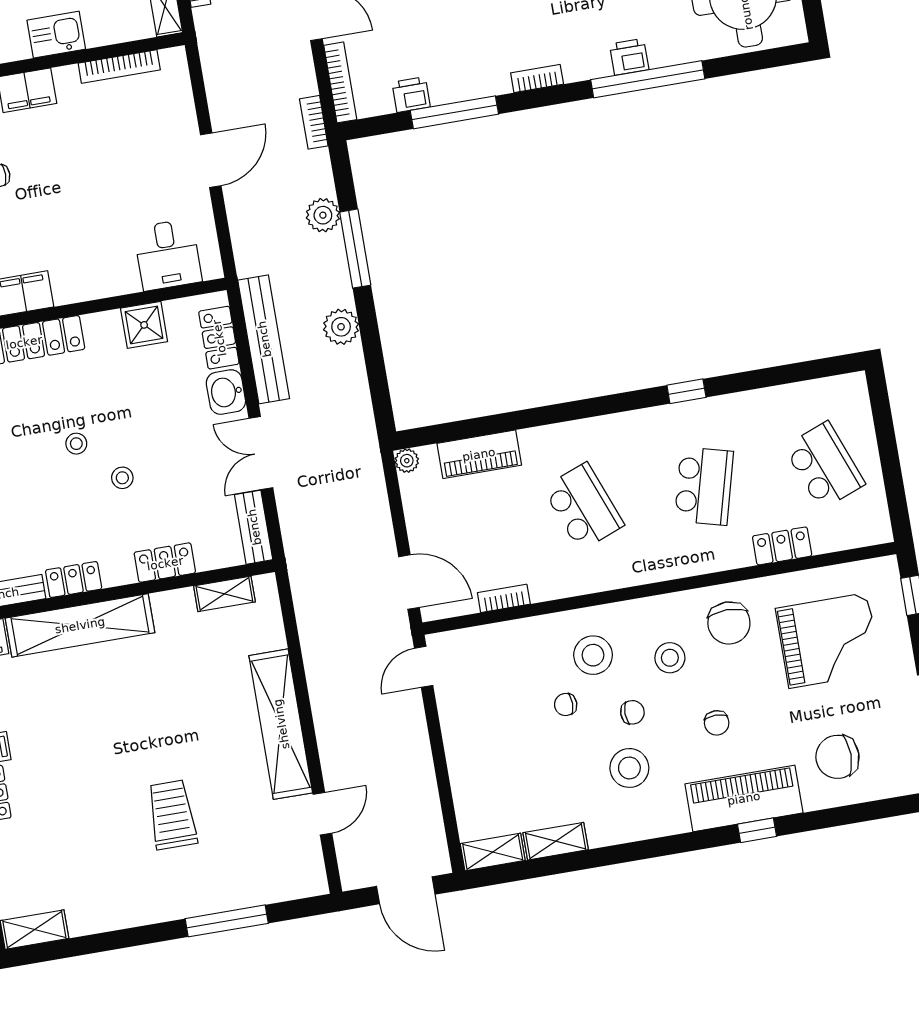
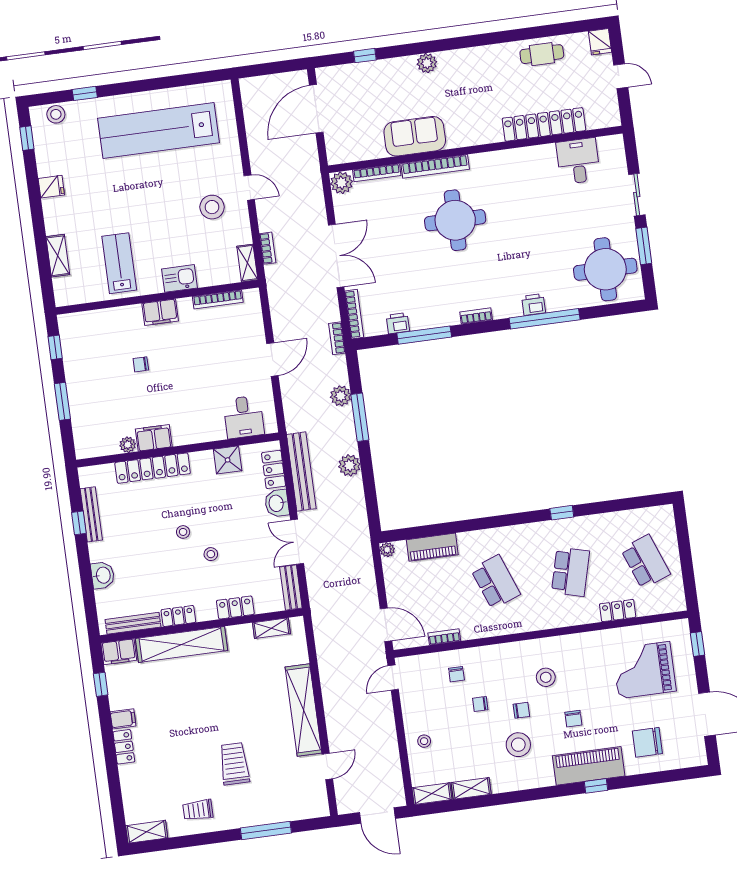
chair: (729, 623) -> (456, 674), moved, width x0.54, depth x0.54
grand piano: (828, 641) -> (644, 670), turned 180
stool: (593, 655) -> (424, 741), moved, width x0.53, depth x0.53
trolley: (116, 892) -> (198, 810), added

